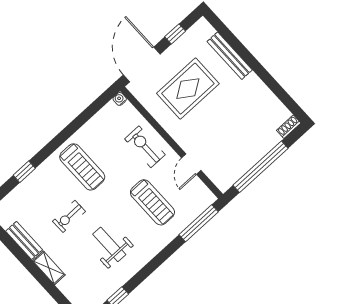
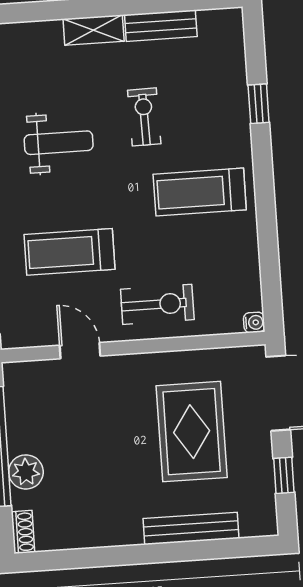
plant: (262, 146) -> (26, 472), added

